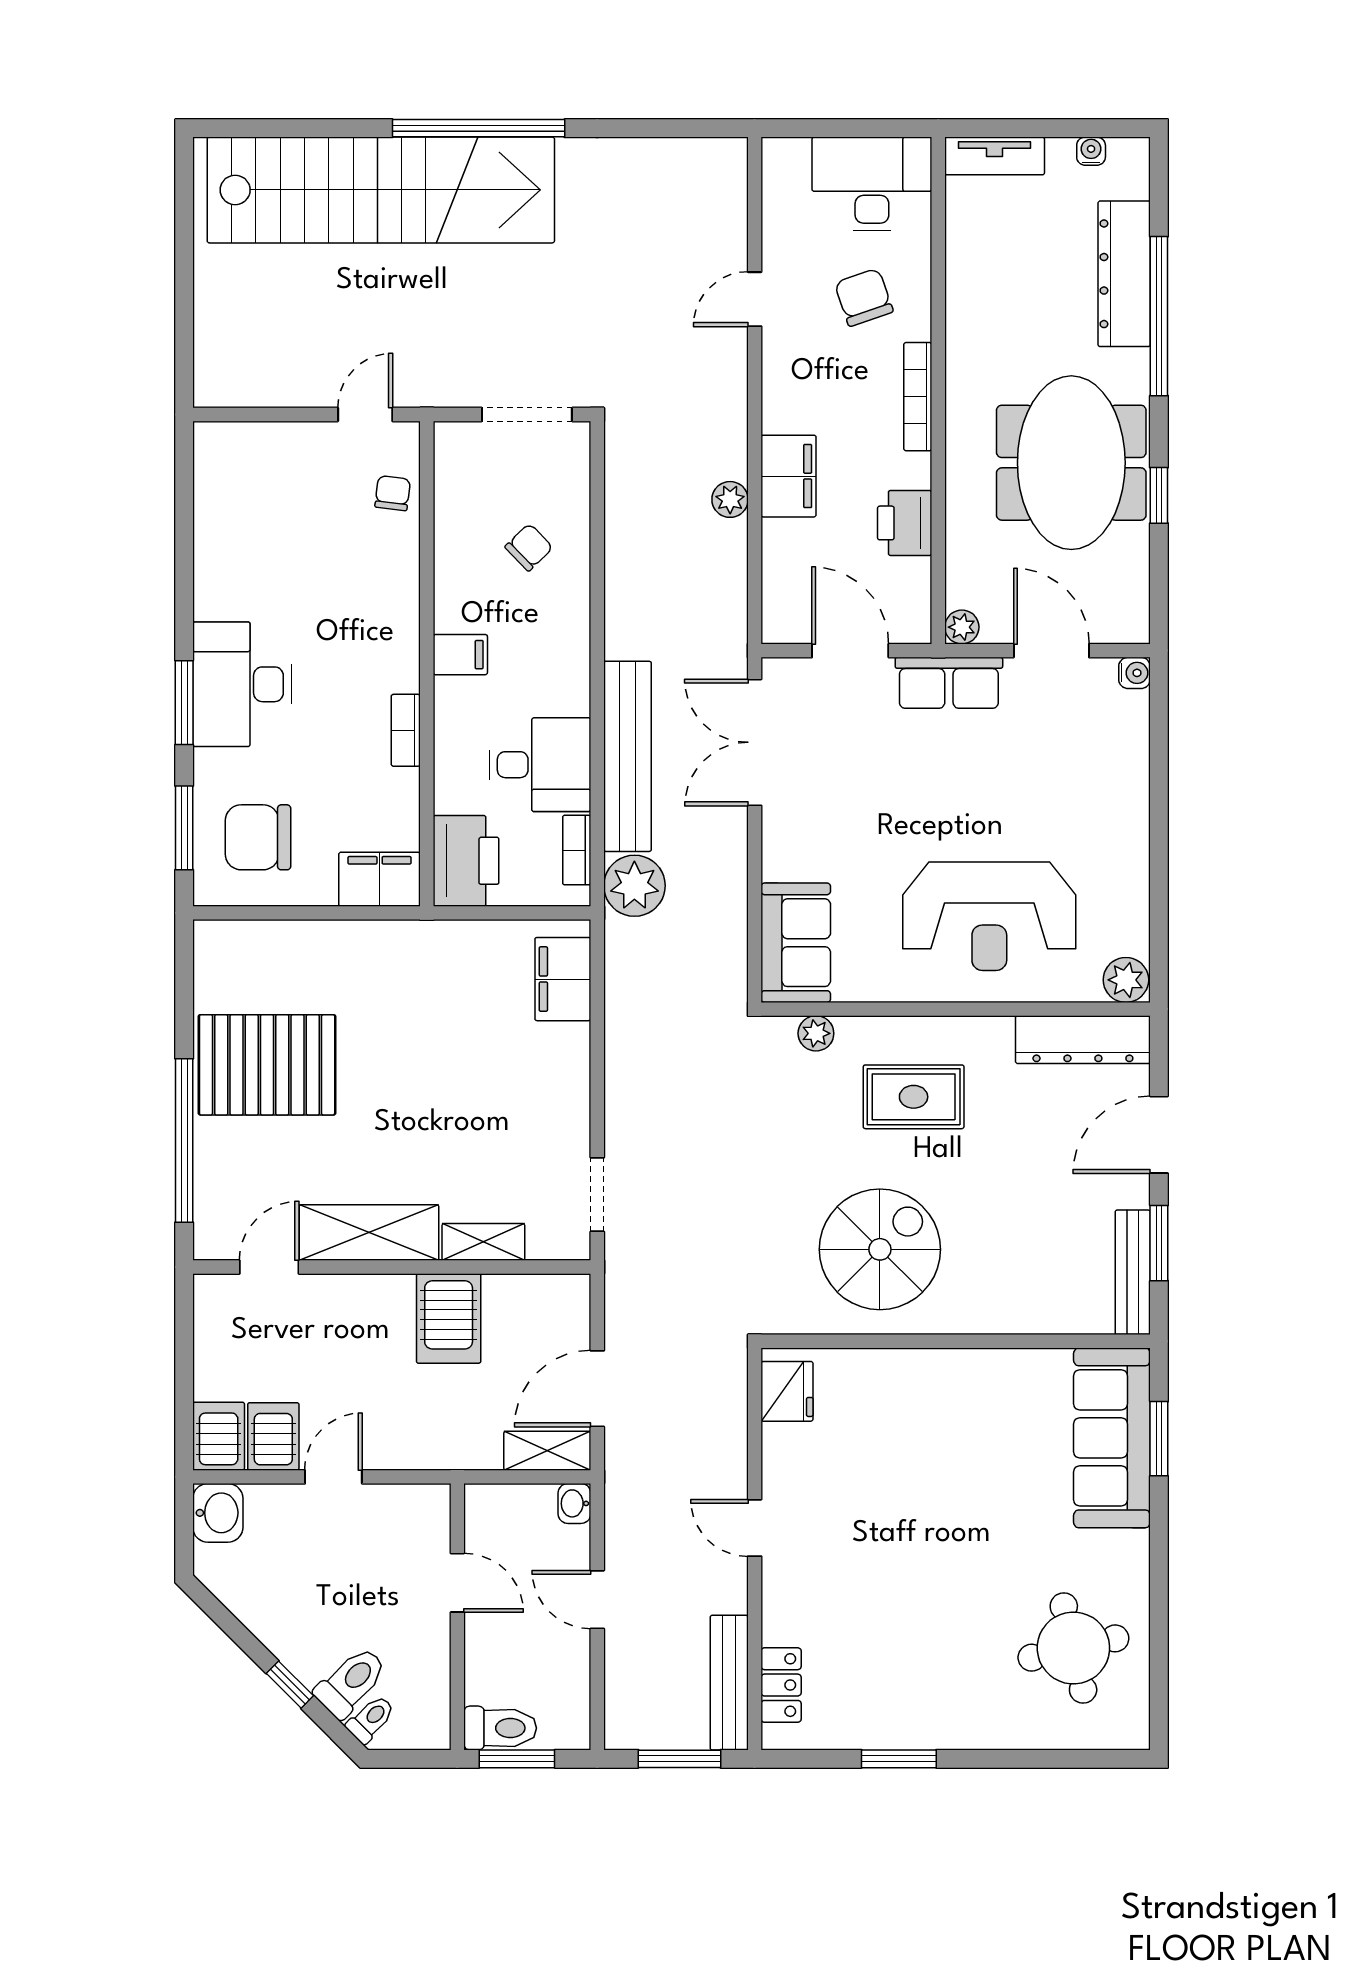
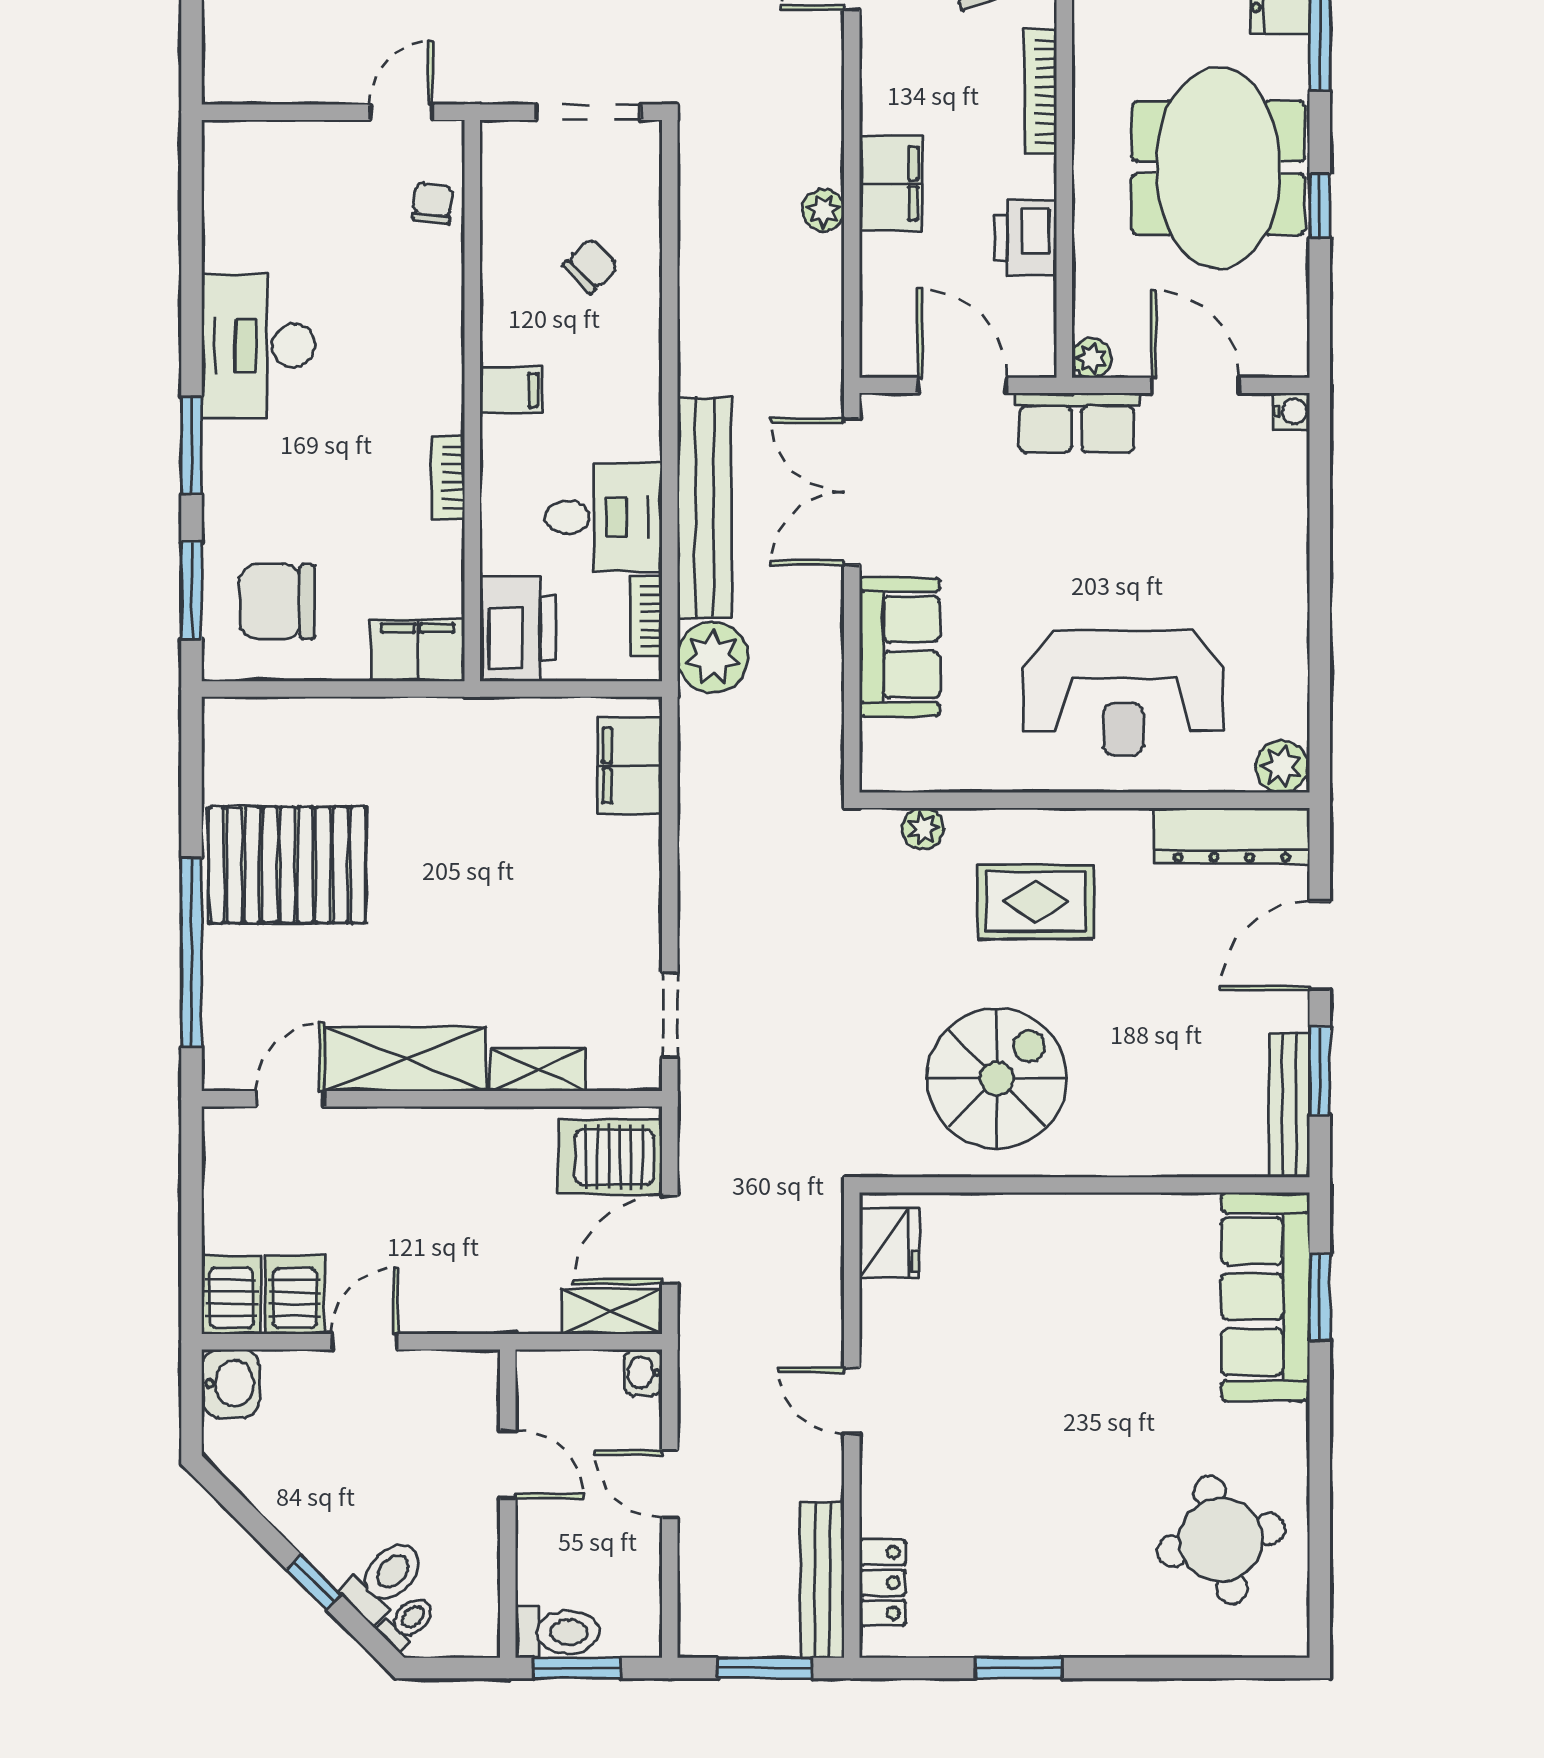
desk: (242, 684) -> (258, 346), moved
sofa: (796, 943) -> (899, 647), moved
server rack: (449, 1318) -> (610, 1157), moved, turned 90

